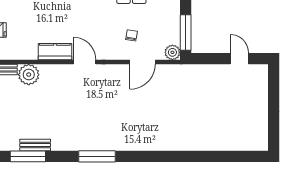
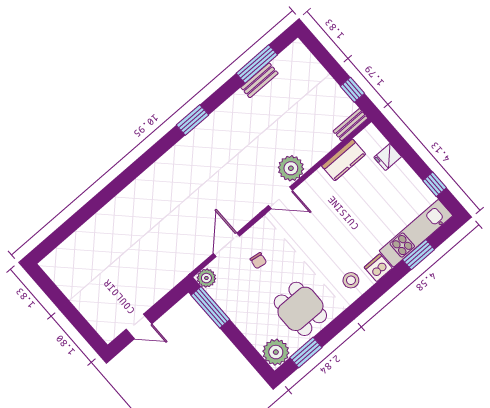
kitchen counter: (55, 52) -> (344, 160), moved
plant: (29, 75) -> (291, 168), moved
window: (97, 156) -> (192, 120), width x0.69

